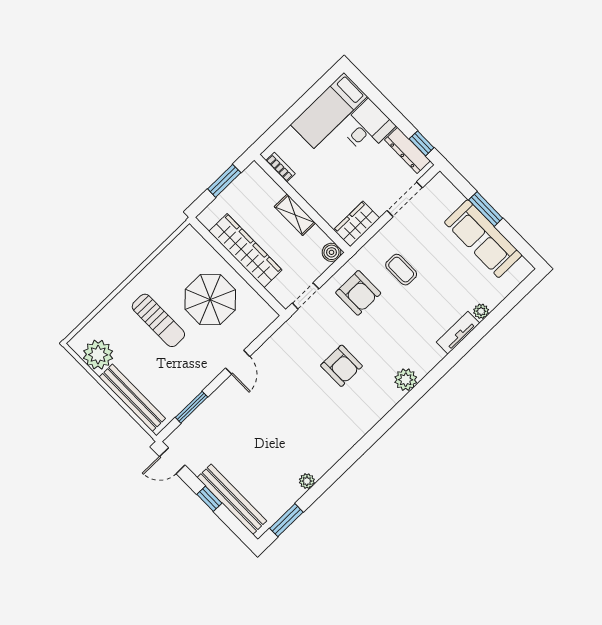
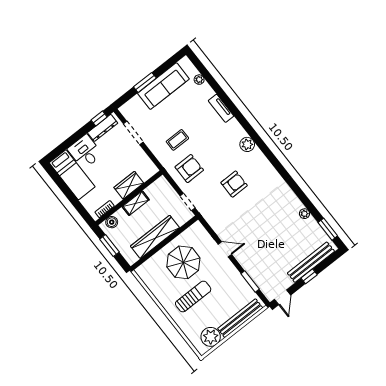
wardrobe: (357, 224) -> (129, 185), moved, turned 90
boiler: (332, 252) -> (112, 222), moved
plant: (481, 311) -> (199, 80), moved

